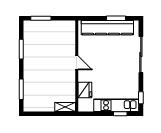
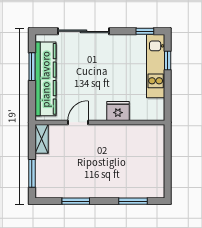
door: (77, 63) -> (78, 122), moved
fridge: (85, 90) -> (118, 111), moved
shelving: (65, 107) -> (42, 139), moved

